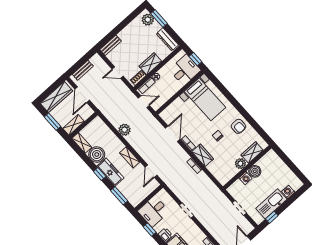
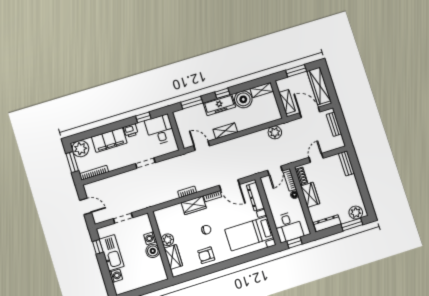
dresser: (173, 108) -> (255, 197), added
shelving: (74, 125) -> (287, 102), moved
plant: (125, 130) -> (275, 132), moved

